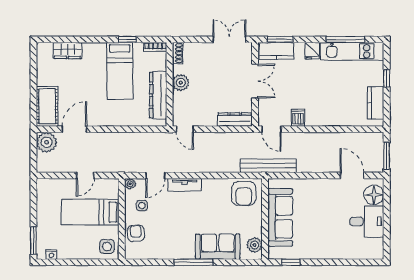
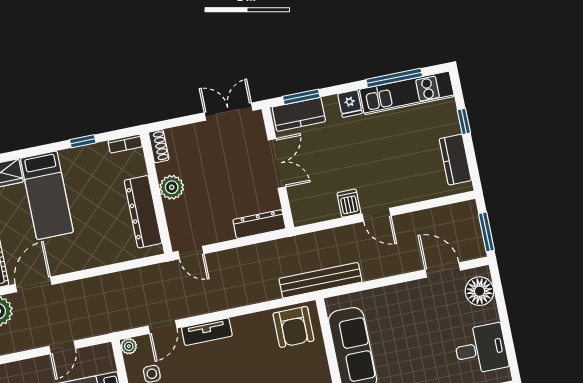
bed: (120, 71) -> (47, 195), moved
door: (271, 129) -> (376, 215), moved
desk: (367, 221) -> (481, 349), moved

